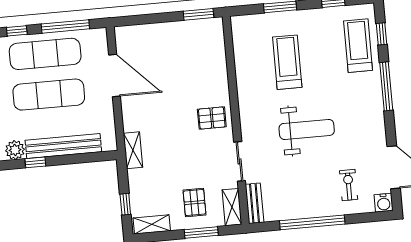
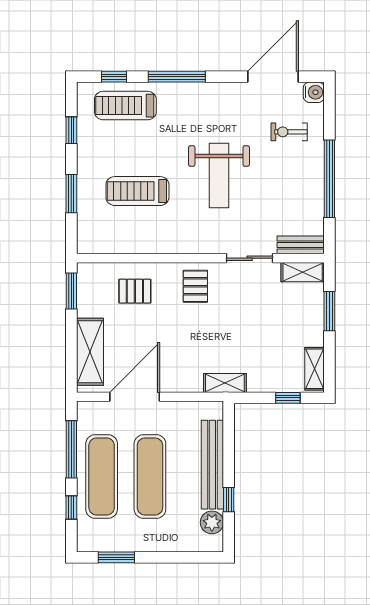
shelving: (149, 35) -> (90, 352), added
weight bench: (307, 129) -> (219, 175), turned 180
pallet: (195, 203) -> (135, 291), moved

